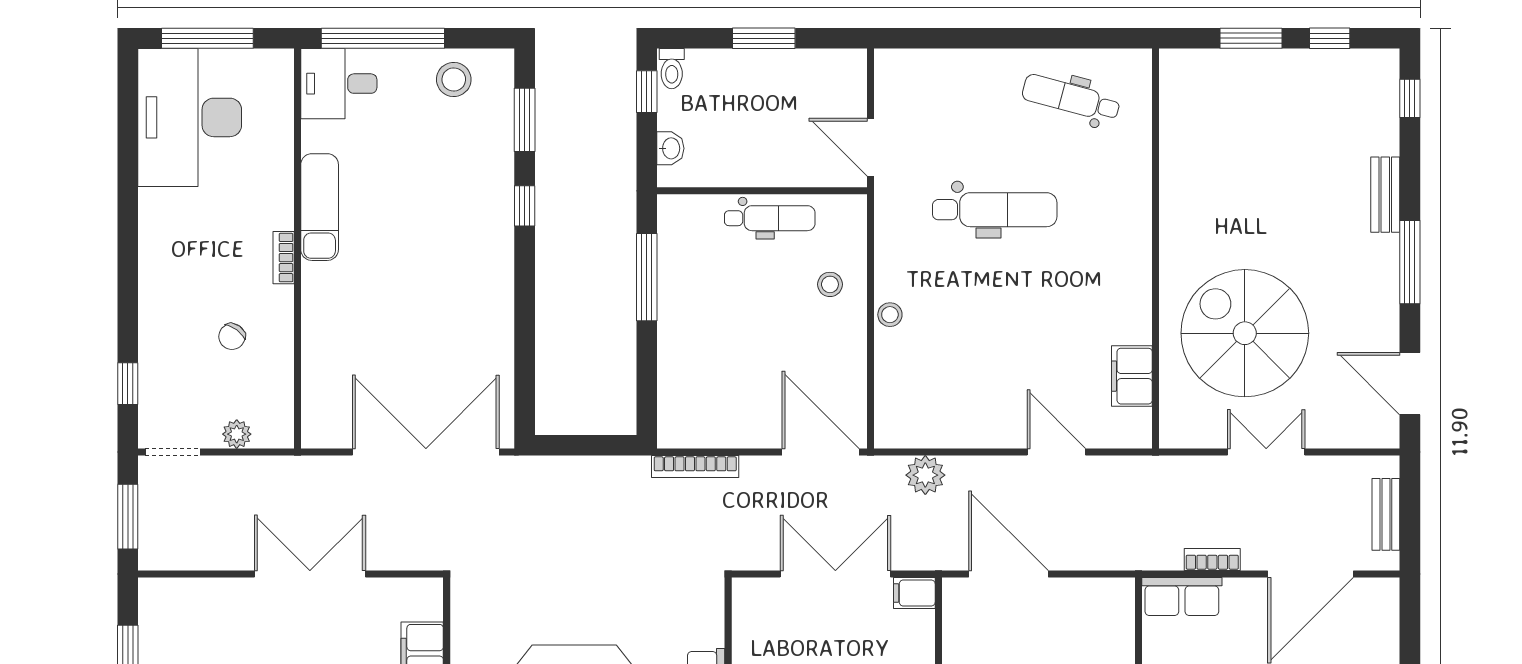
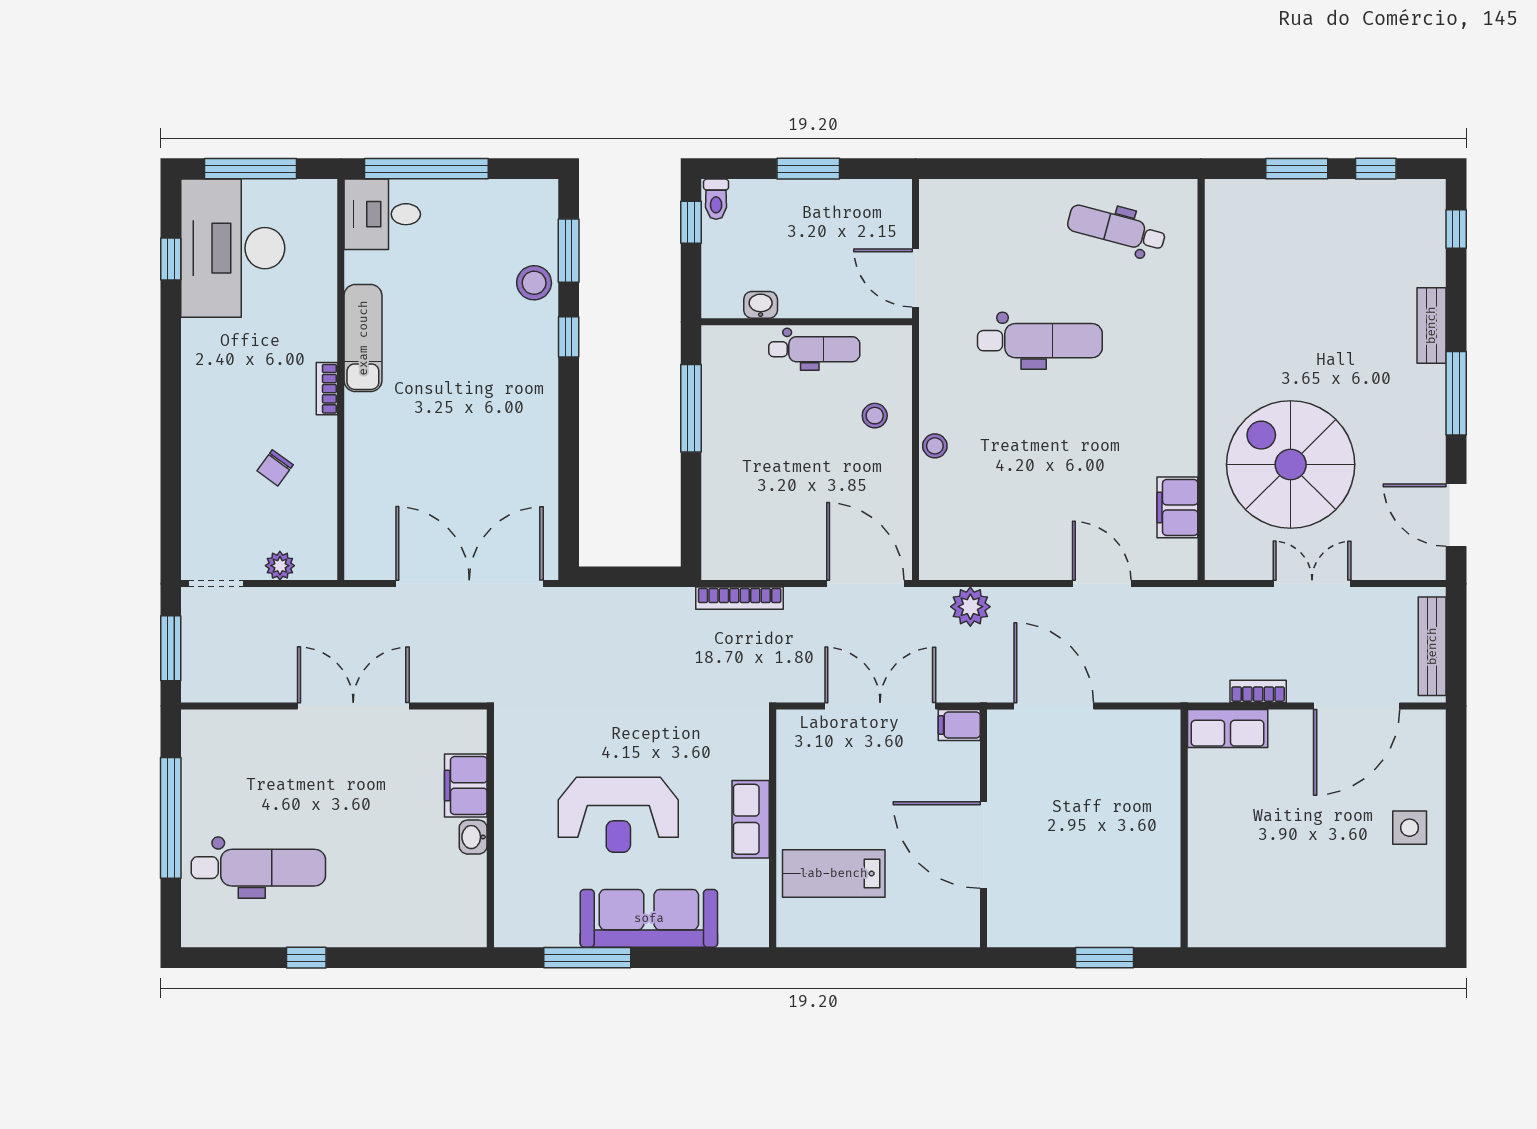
stool: (454, 79) -> (534, 283), moved
washbasin: (670, 148) -> (761, 305), moved, turned -90
window: (128, 384) -> (171, 259), moved
bench: (1386, 514) -> (1432, 646), width x1.36

